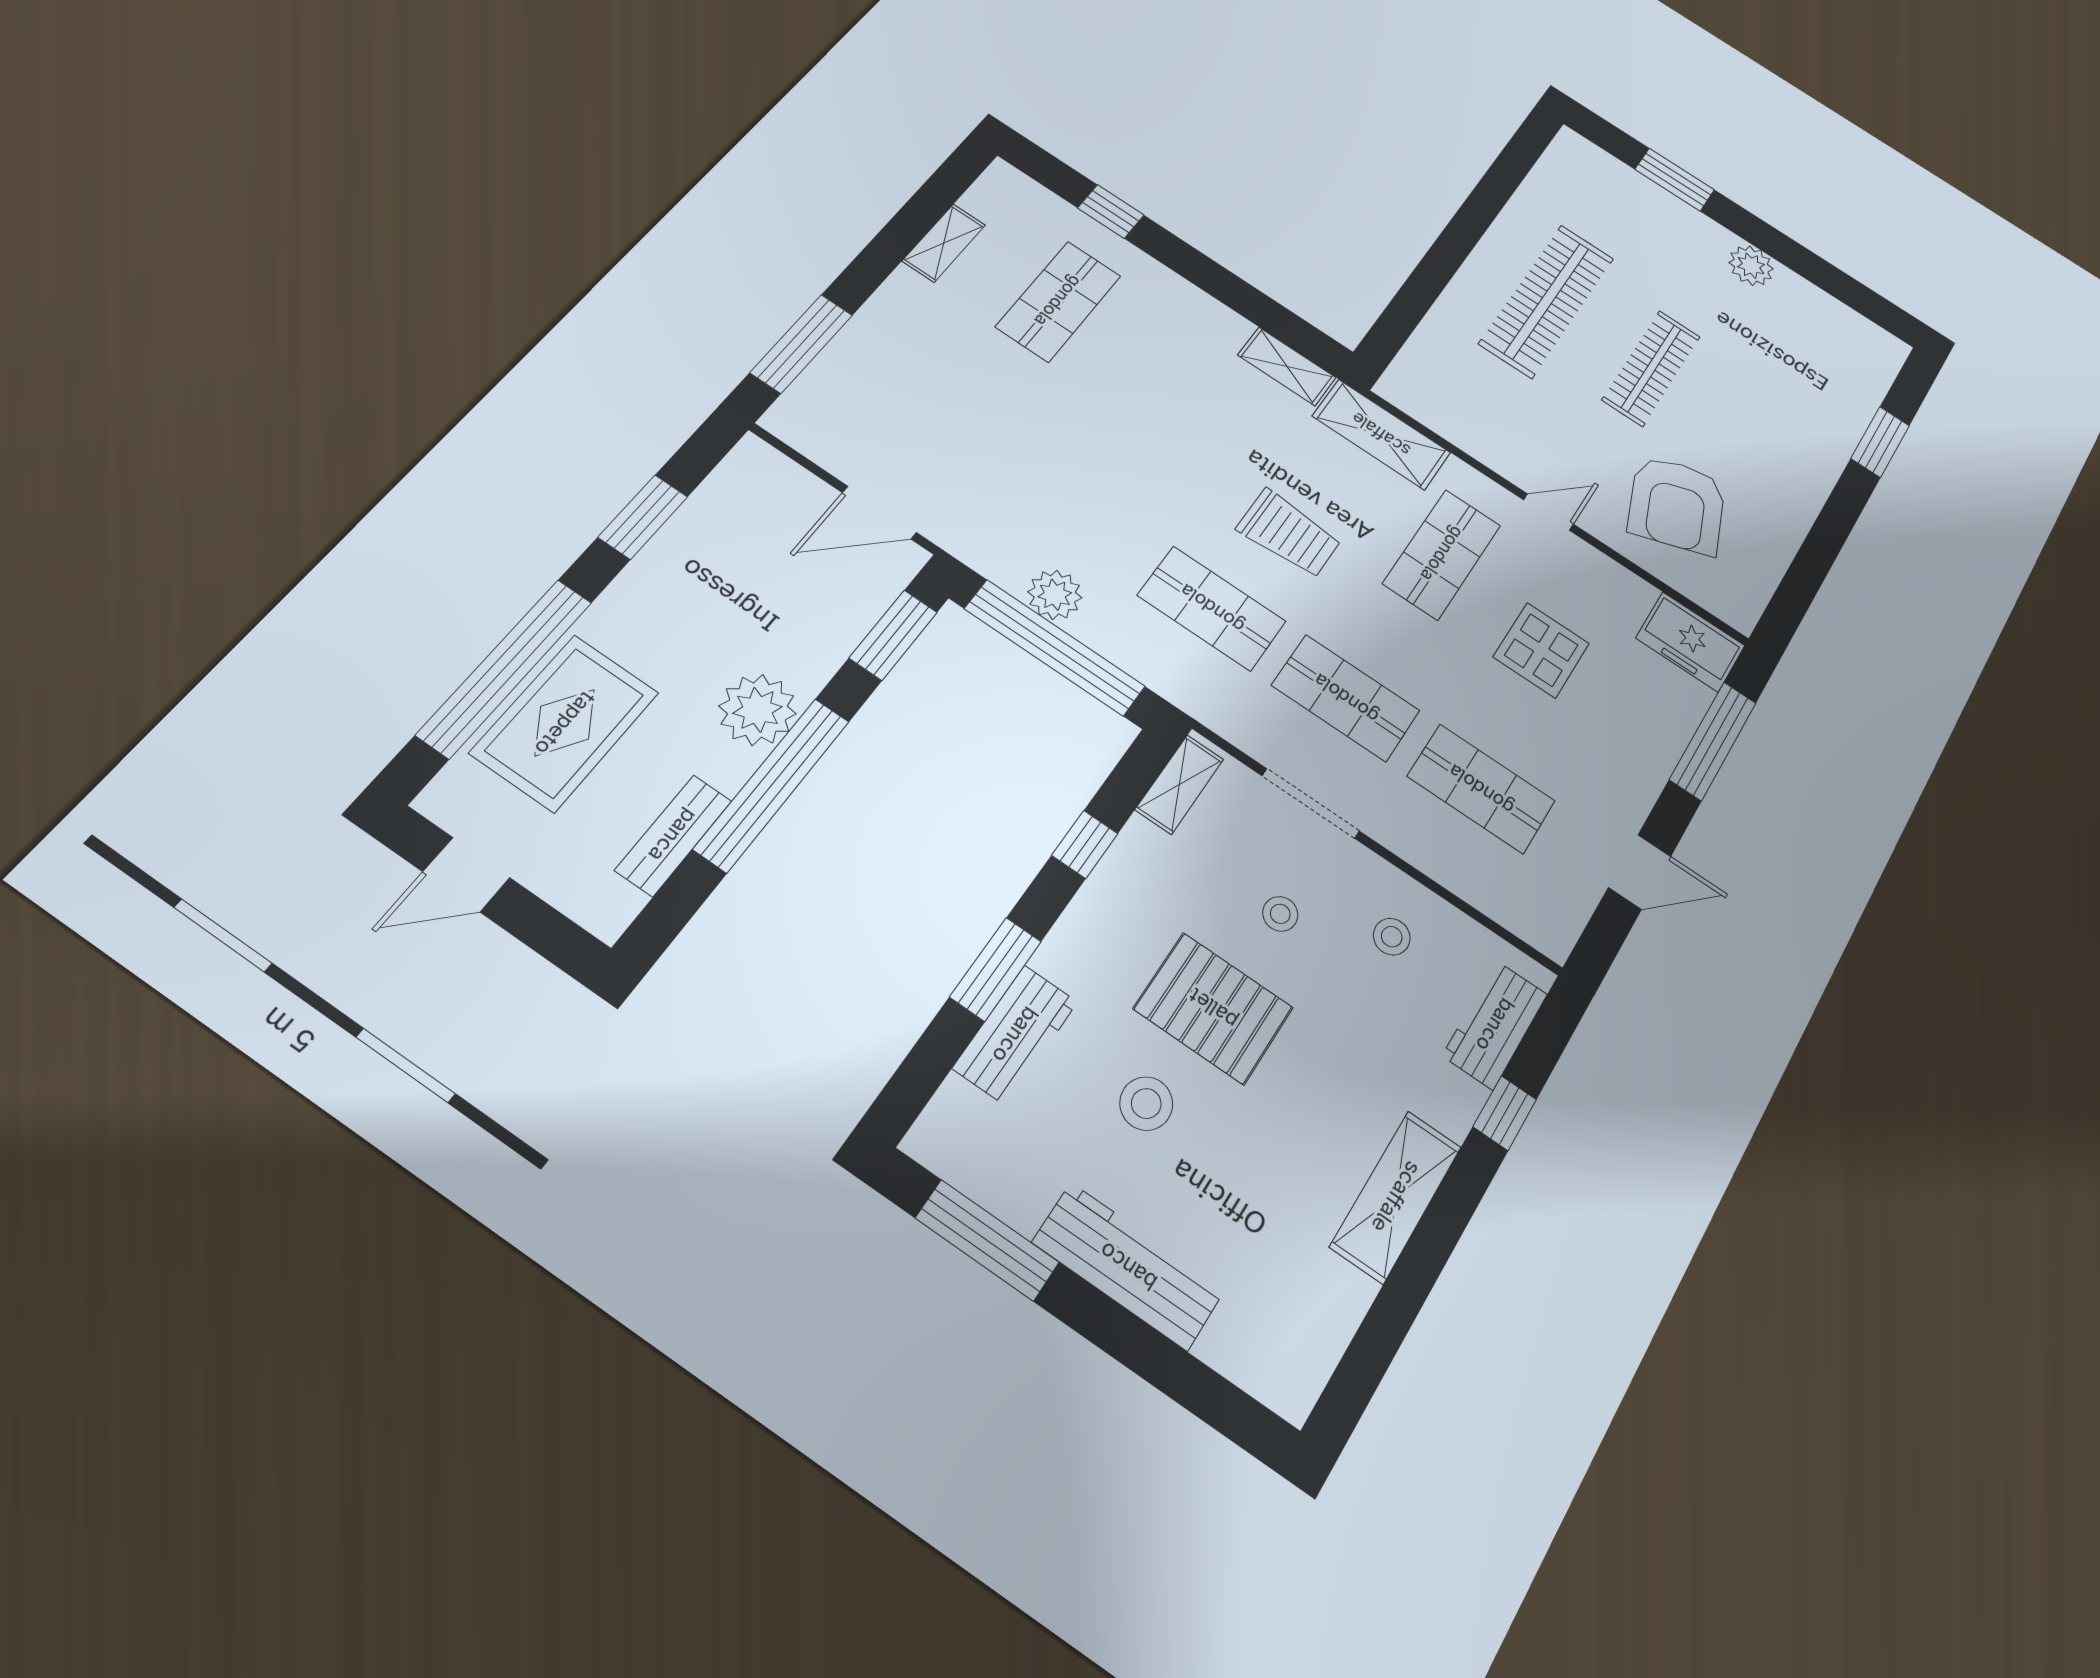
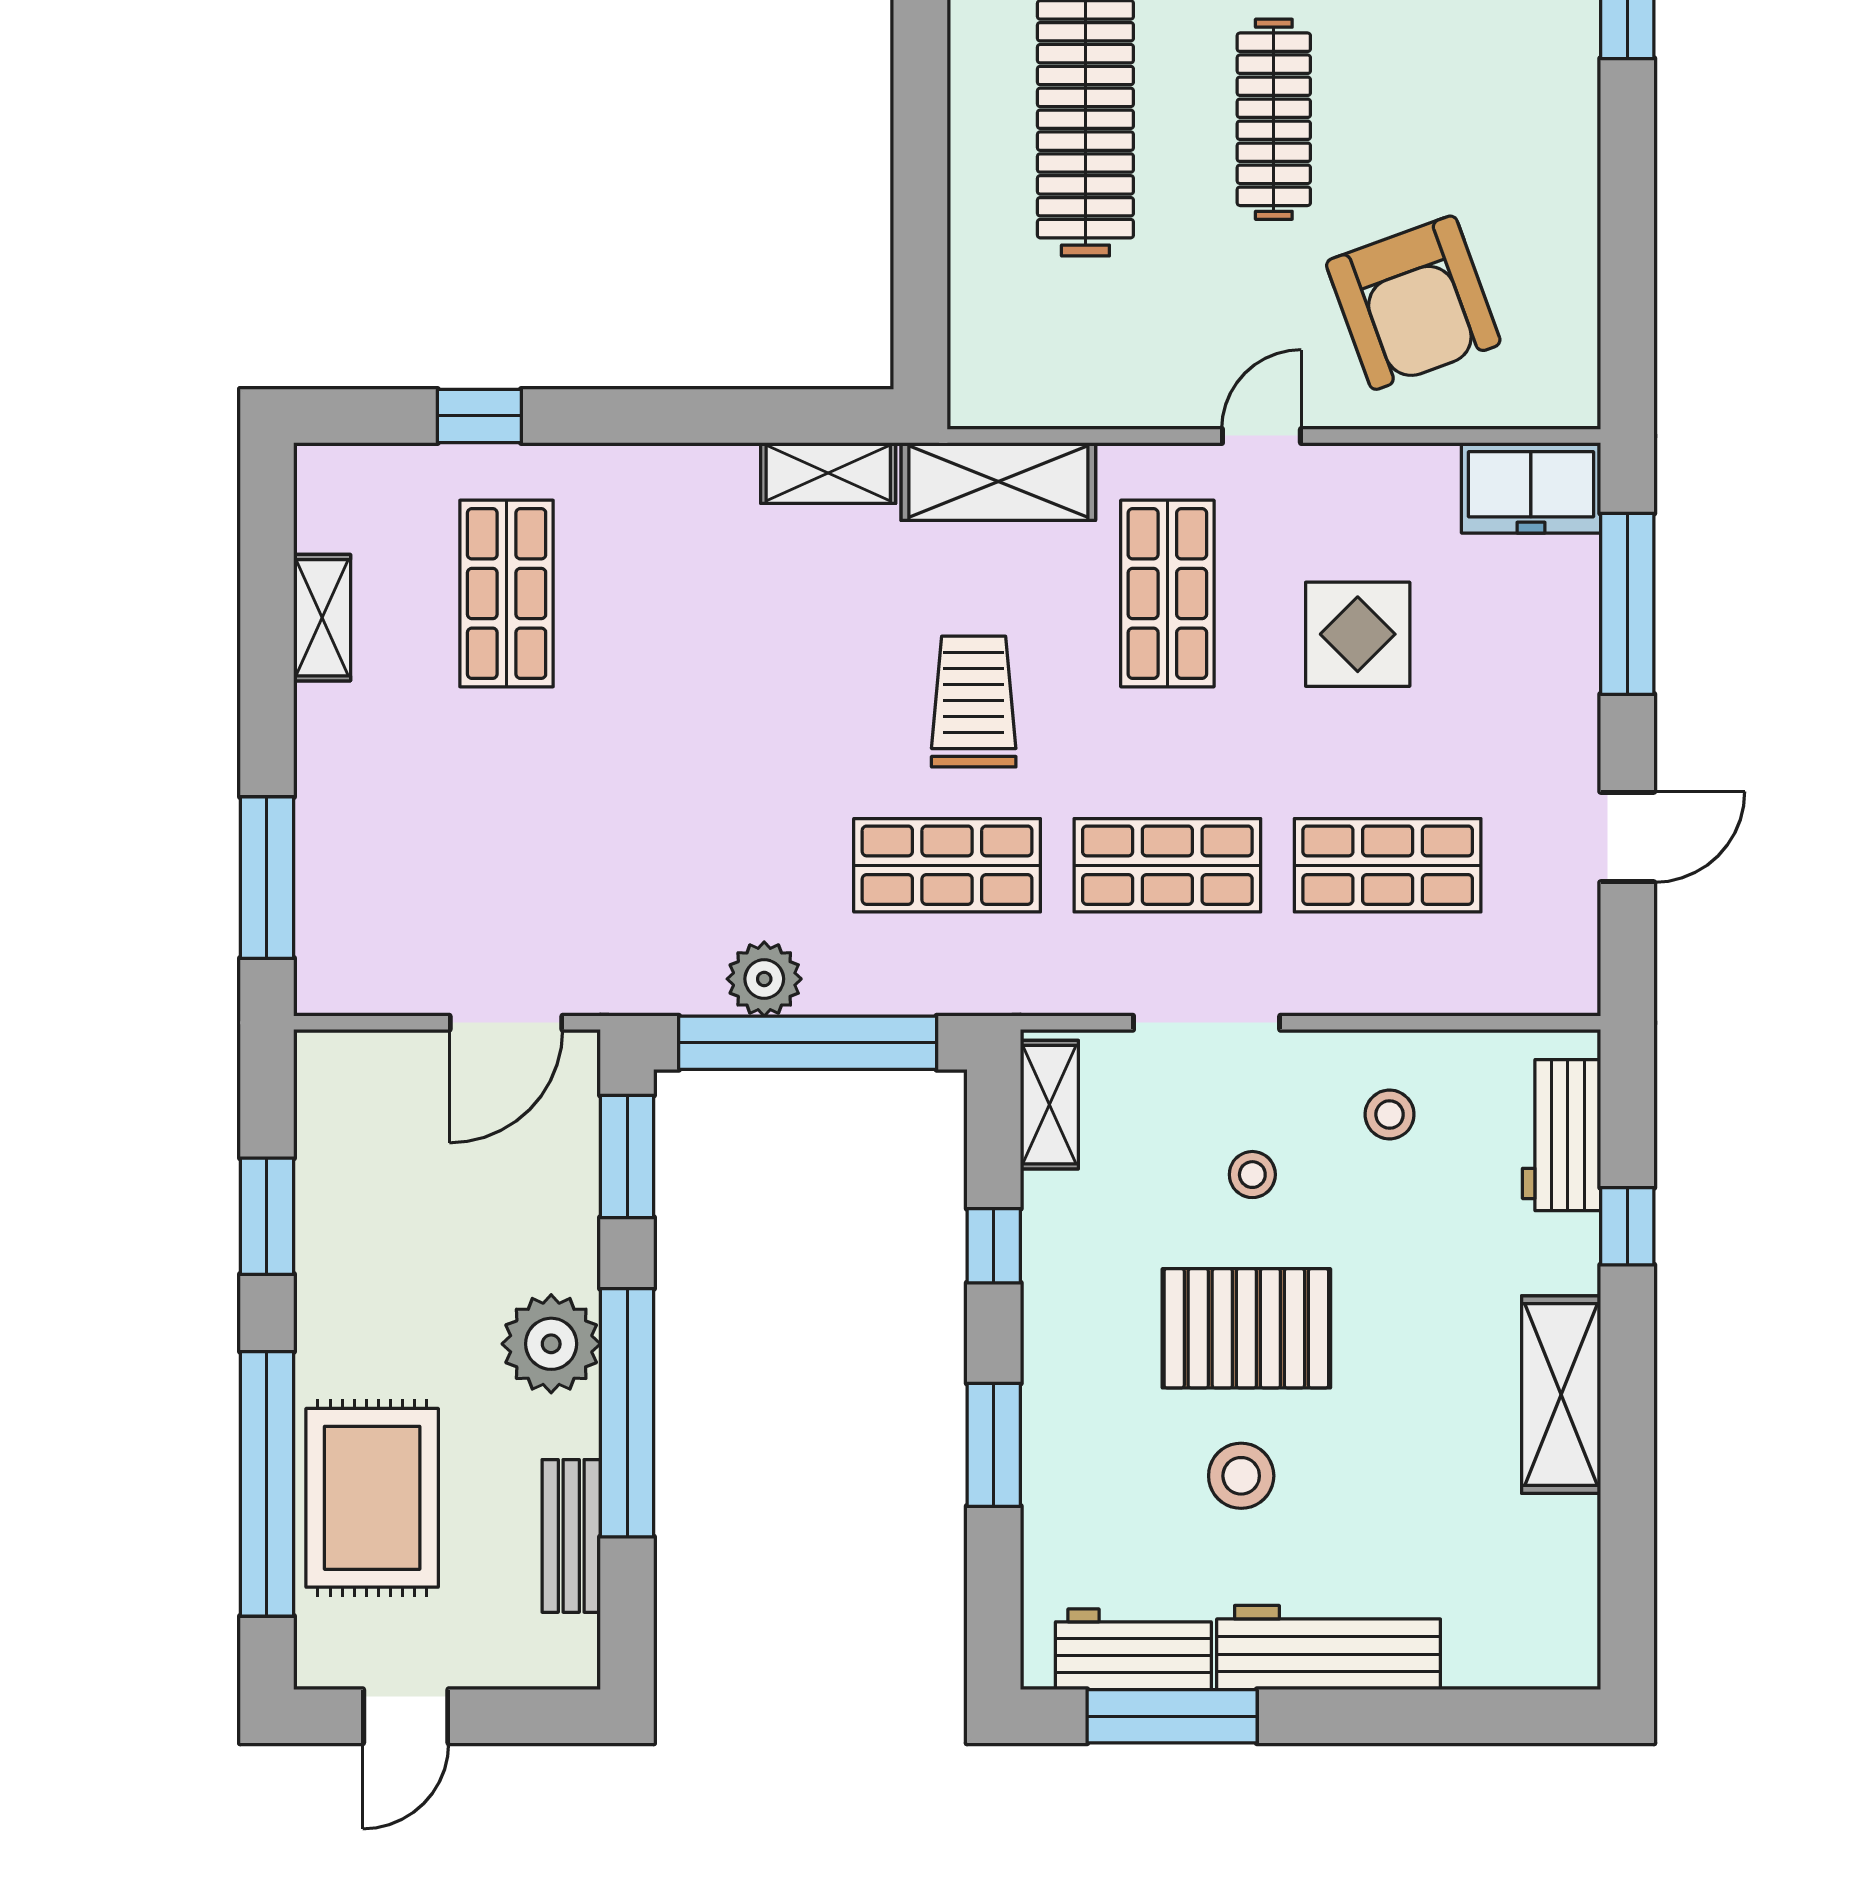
trolley: (1289, 534) -> (974, 702), turned -90
workbench: (1015, 1035) -> (1133, 1649), moved, turned -90

